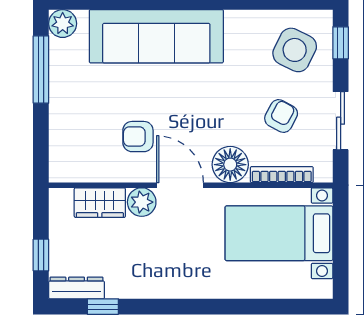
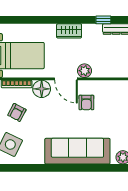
armchair: (138, 137) -> (86, 102), turned 90
wardrobe: (100, 203) -> (69, 31), moved, turned 180

